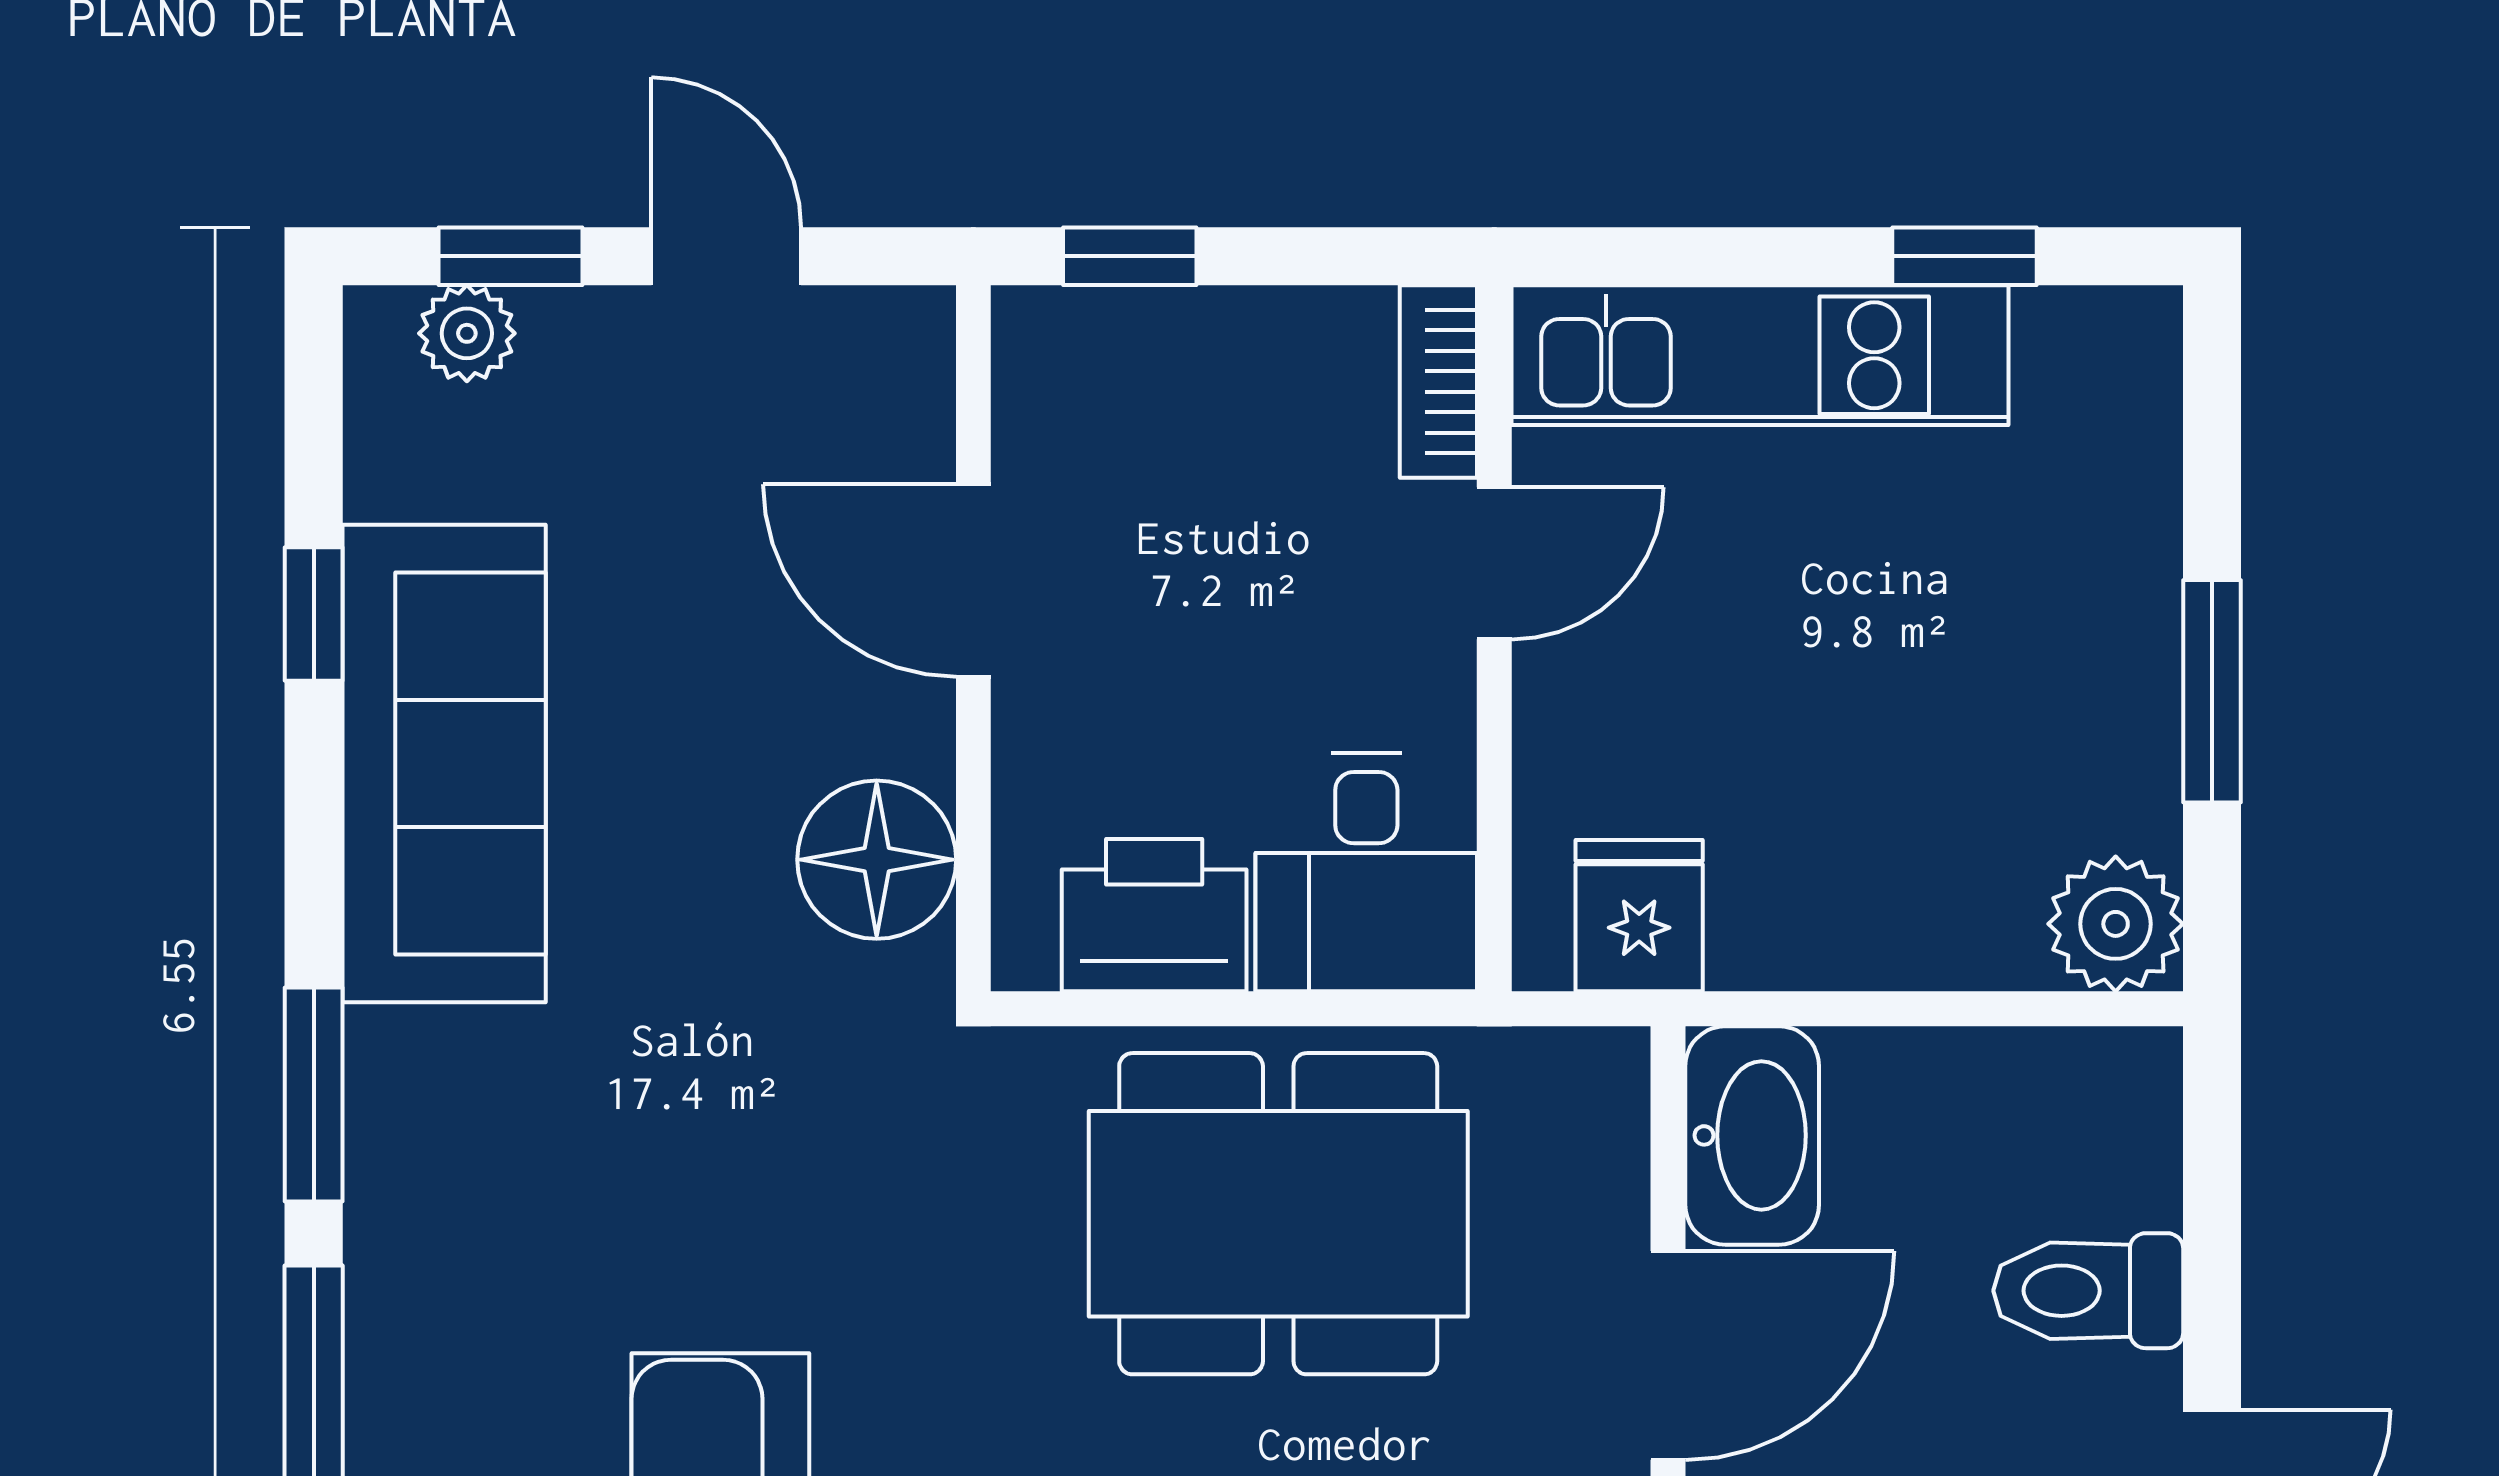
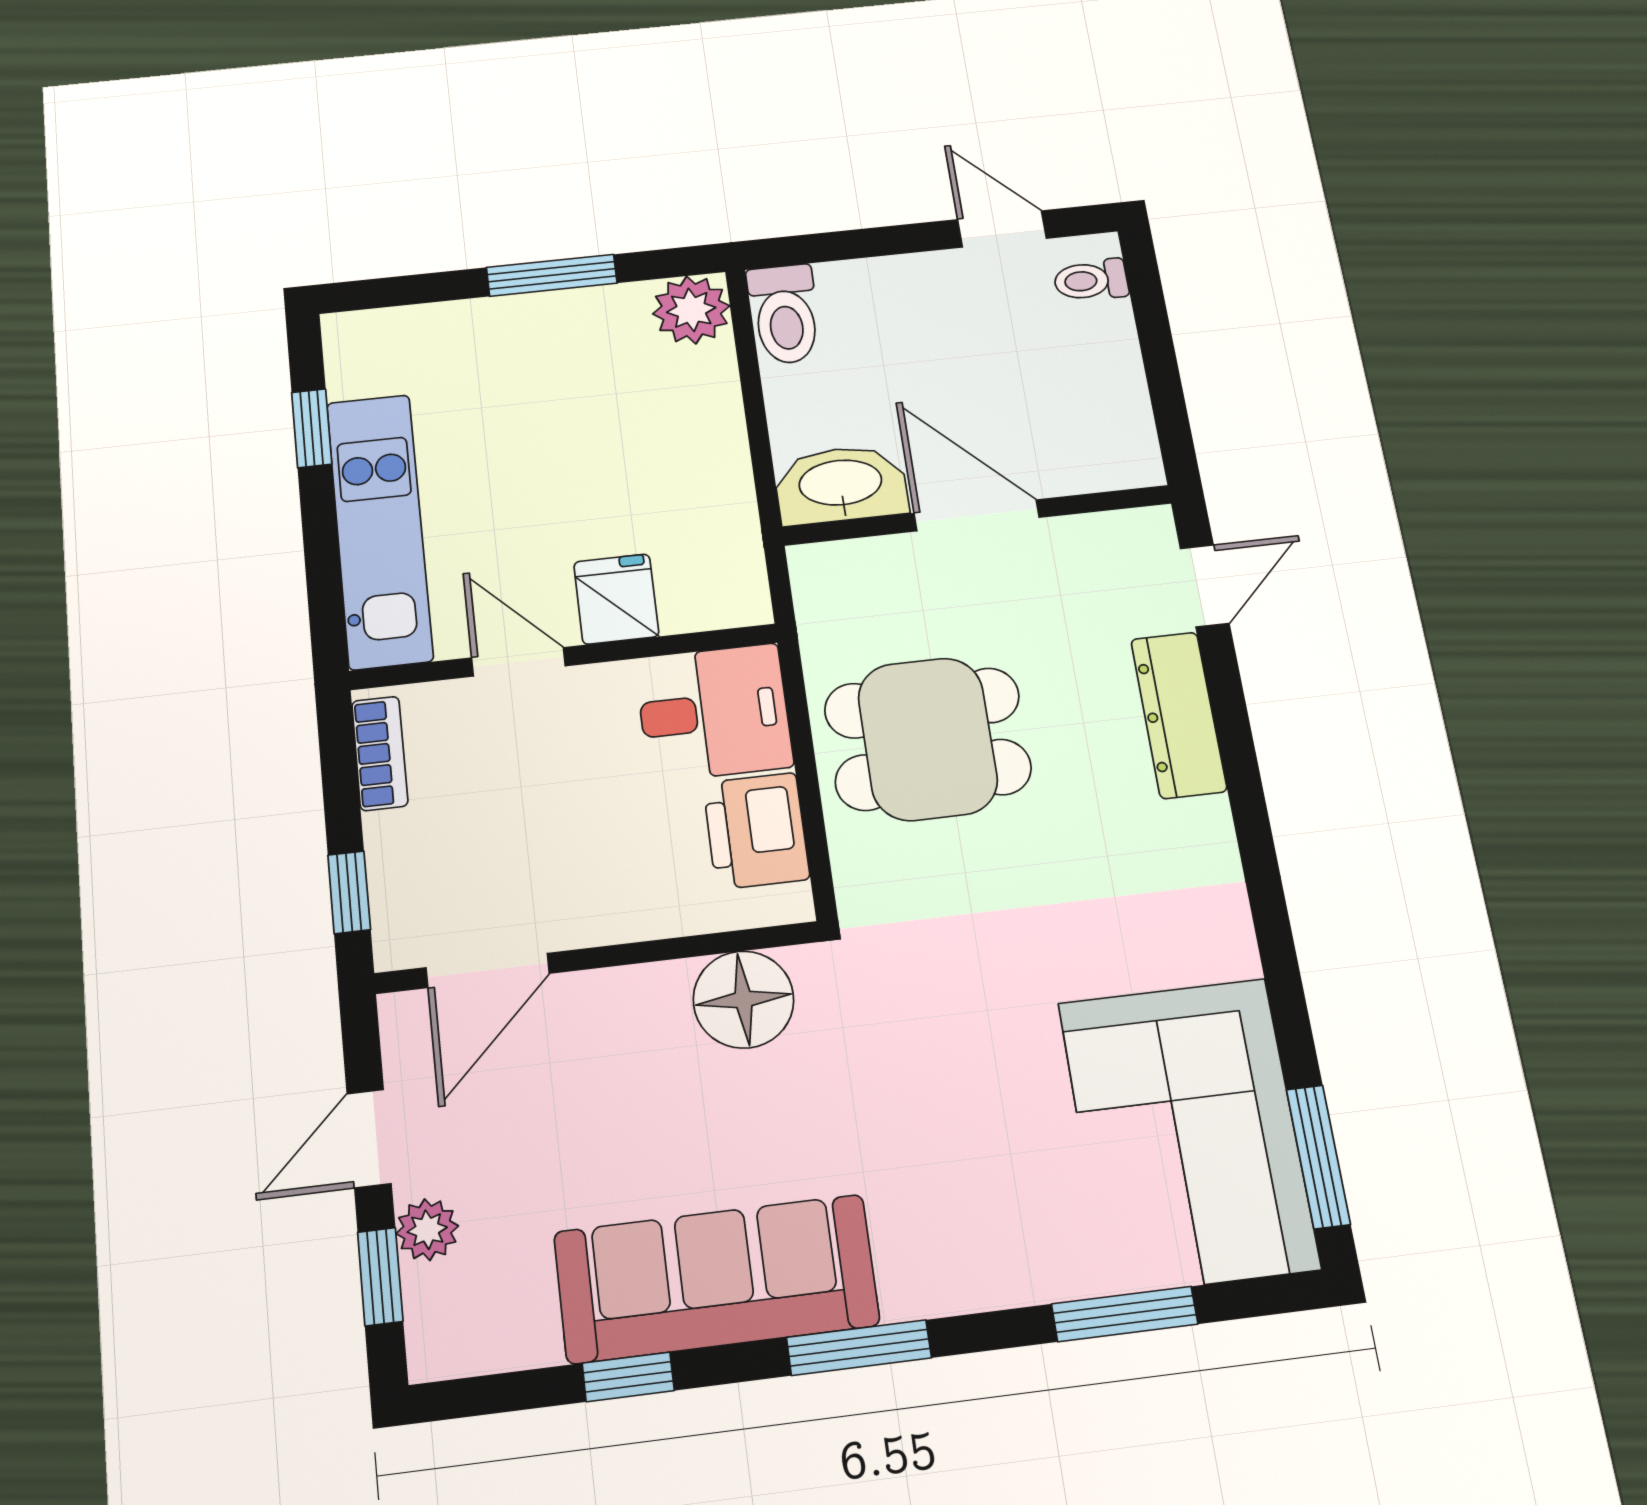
plant: (467, 333) -> (427, 1230), moved
bookcase: (1438, 382) -> (380, 753), moved, turned -90
door: (973, 580) -> (488, 970), moved
fridge: (1639, 916) -> (616, 599), moved, turned 90
window: (314, 1095) -> (859, 1348), moved
dining table: (1278, 1214) -> (928, 739), width x0.73
toilet: (2088, 1291) -> (785, 314), moved

